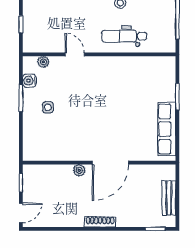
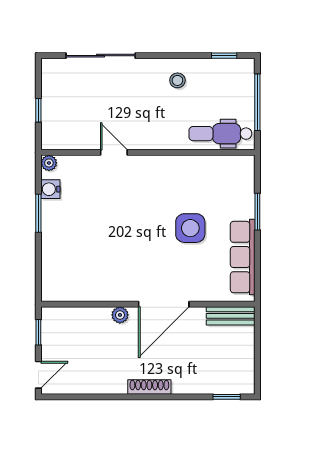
dental chair: (124, 36) -> (220, 134), moved
plant: (43, 62) -> (49, 163), moved
side table: (48, 107) -> (190, 228), moved, width x1.87, depth x1.87
bench: (169, 198) -> (231, 316), moved, turned 90

